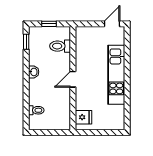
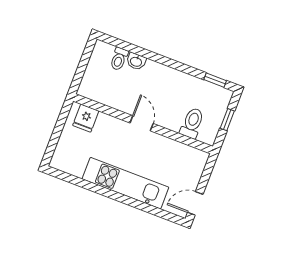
door: (112, 24) -> (195, 203), swing flipped
washbasin: (34, 72) -> (136, 61), moved

